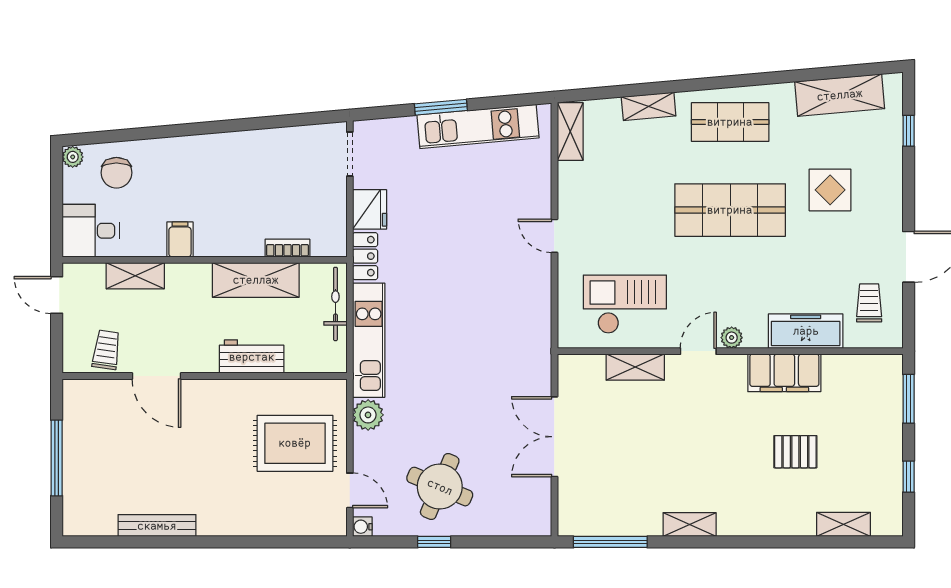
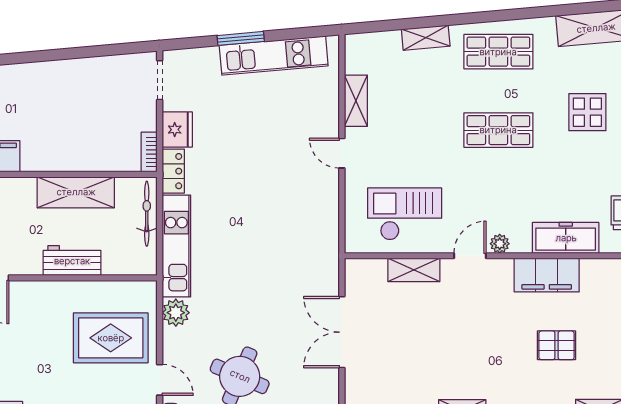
shelving: (570, 132) -> (356, 101), moved
shop shelf: (730, 210) -> (498, 130), width x0.70, depth x0.74
bookcase: (287, 248) -> (149, 152), moved, turned -90

